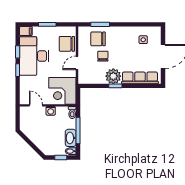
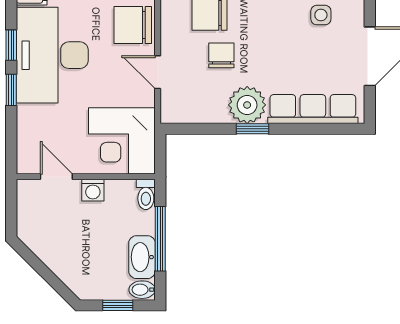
door: (77, 63) -> (158, 72), hinge flipped

